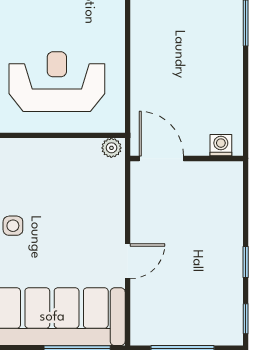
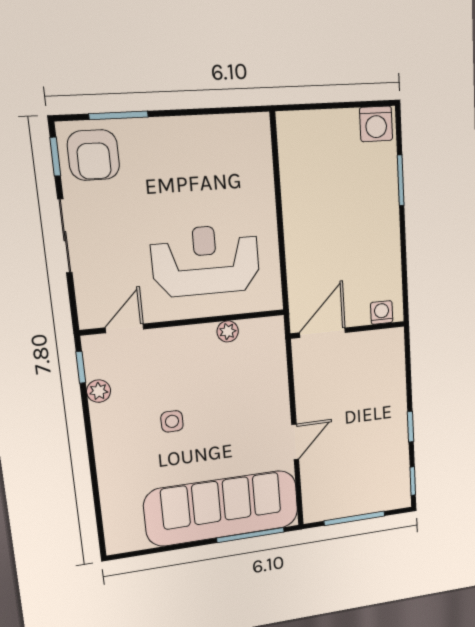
plant: (111, 148) -> (228, 331), moved
door: (161, 158) -> (323, 333), hinge flipped

